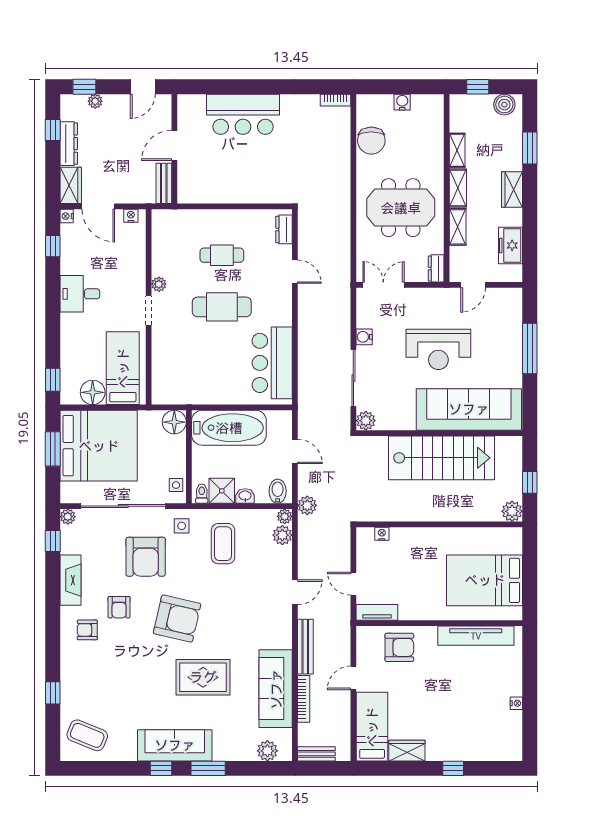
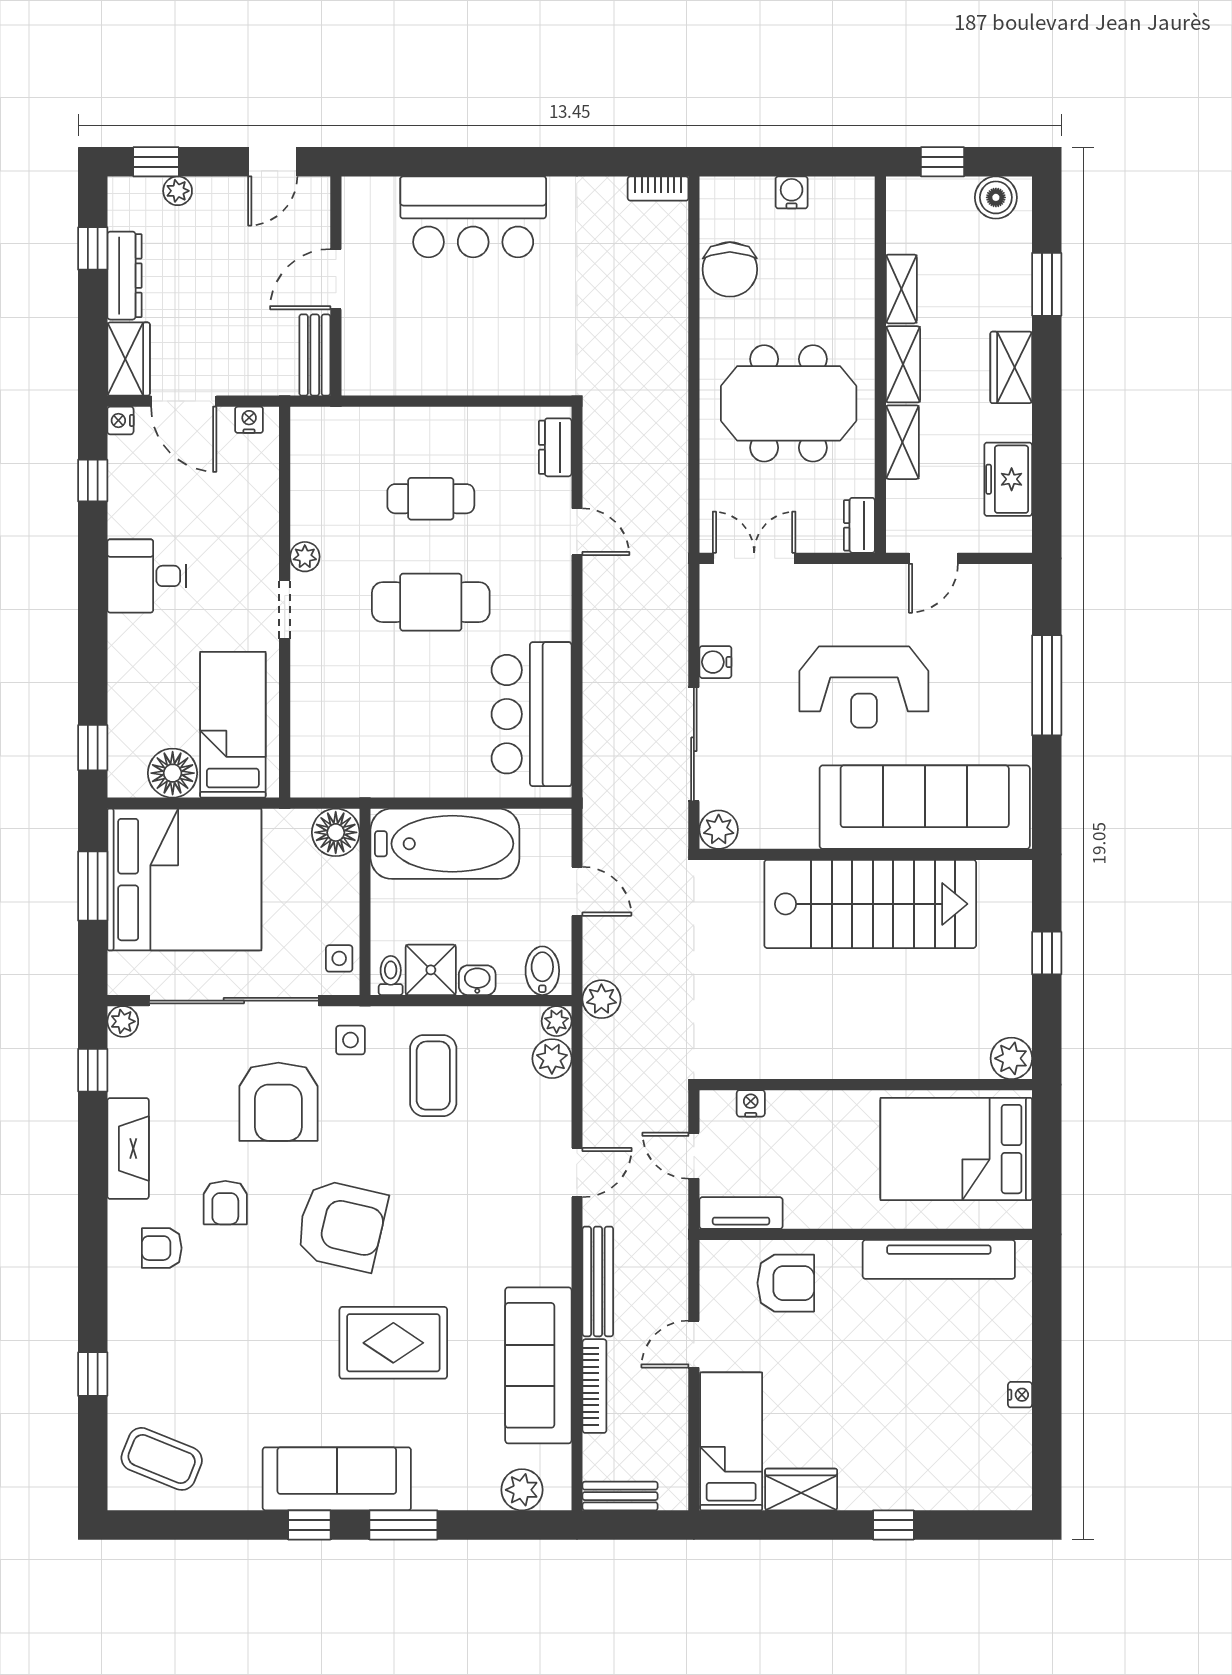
plant: (512, 511) -> (1011, 1058), moved
wall: (439, 524) -> (866, 1085), moved
nightstand: (382, 534) -> (751, 1103), moved

